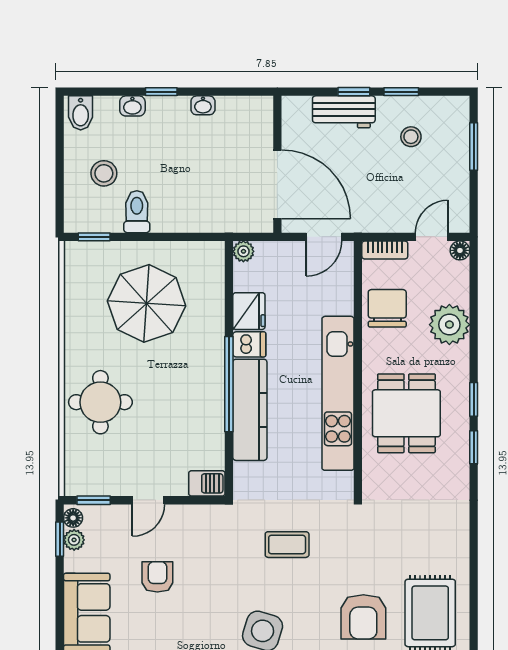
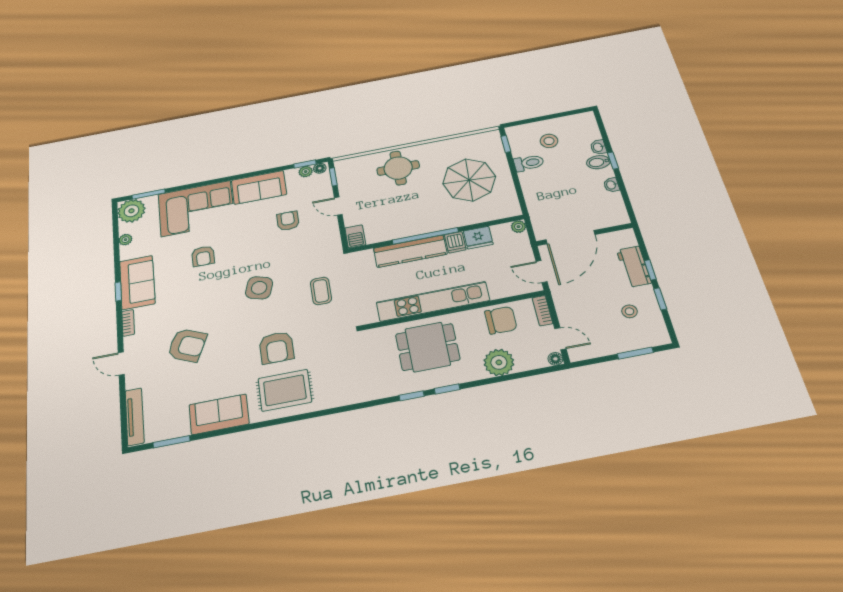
bidet: (81, 113) -> (598, 162), moved
armchair: (157, 577) -> (288, 221), turned -90
armchair: (363, 617) -> (277, 348), turned -90

